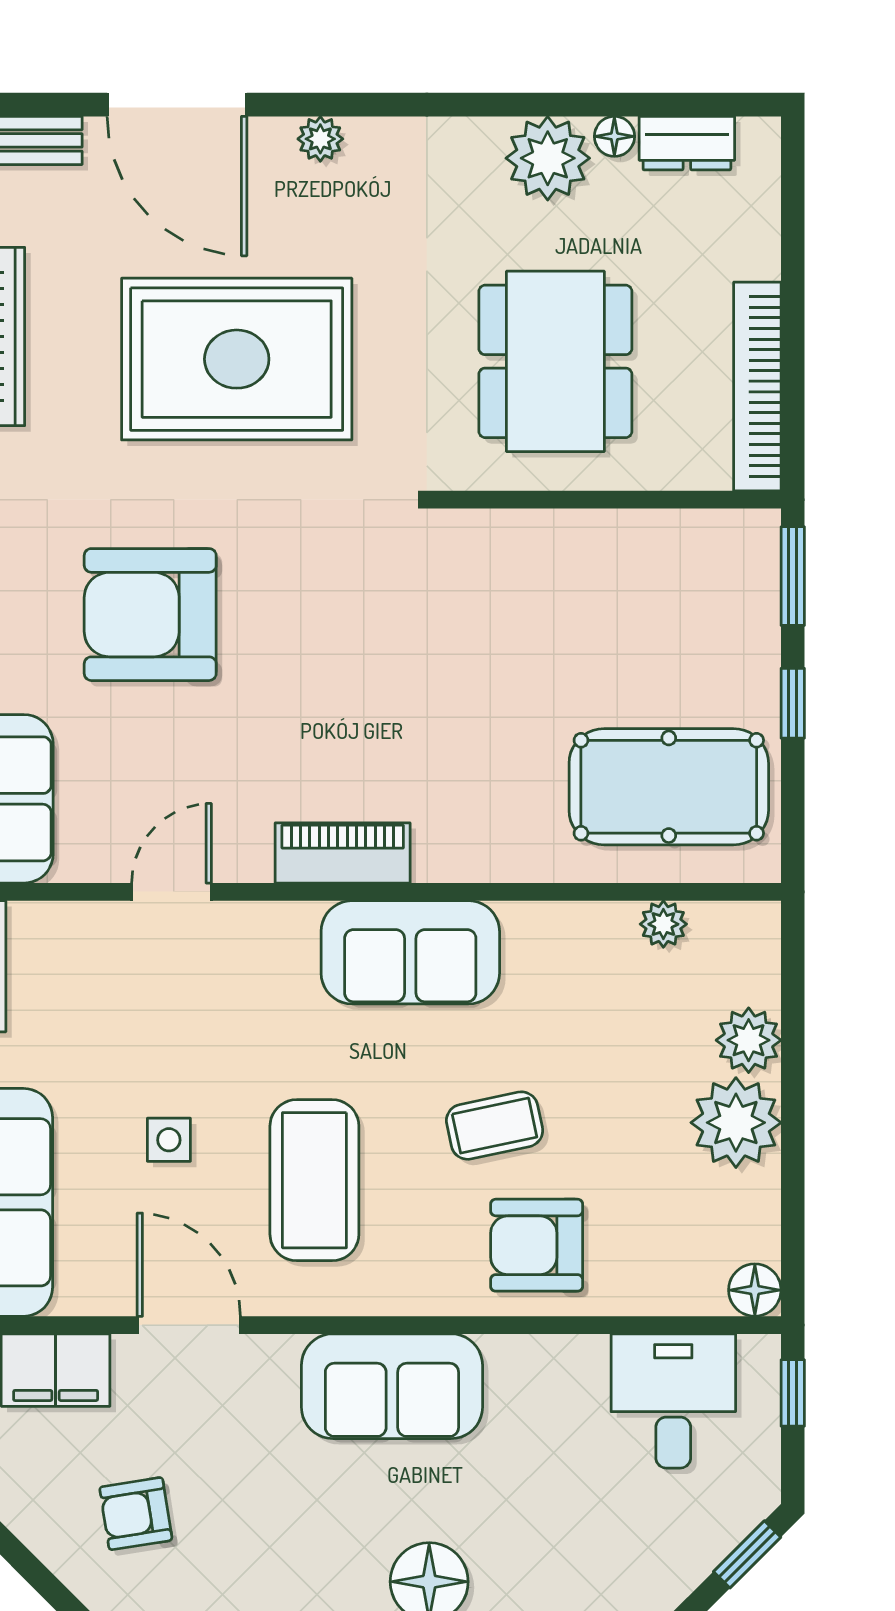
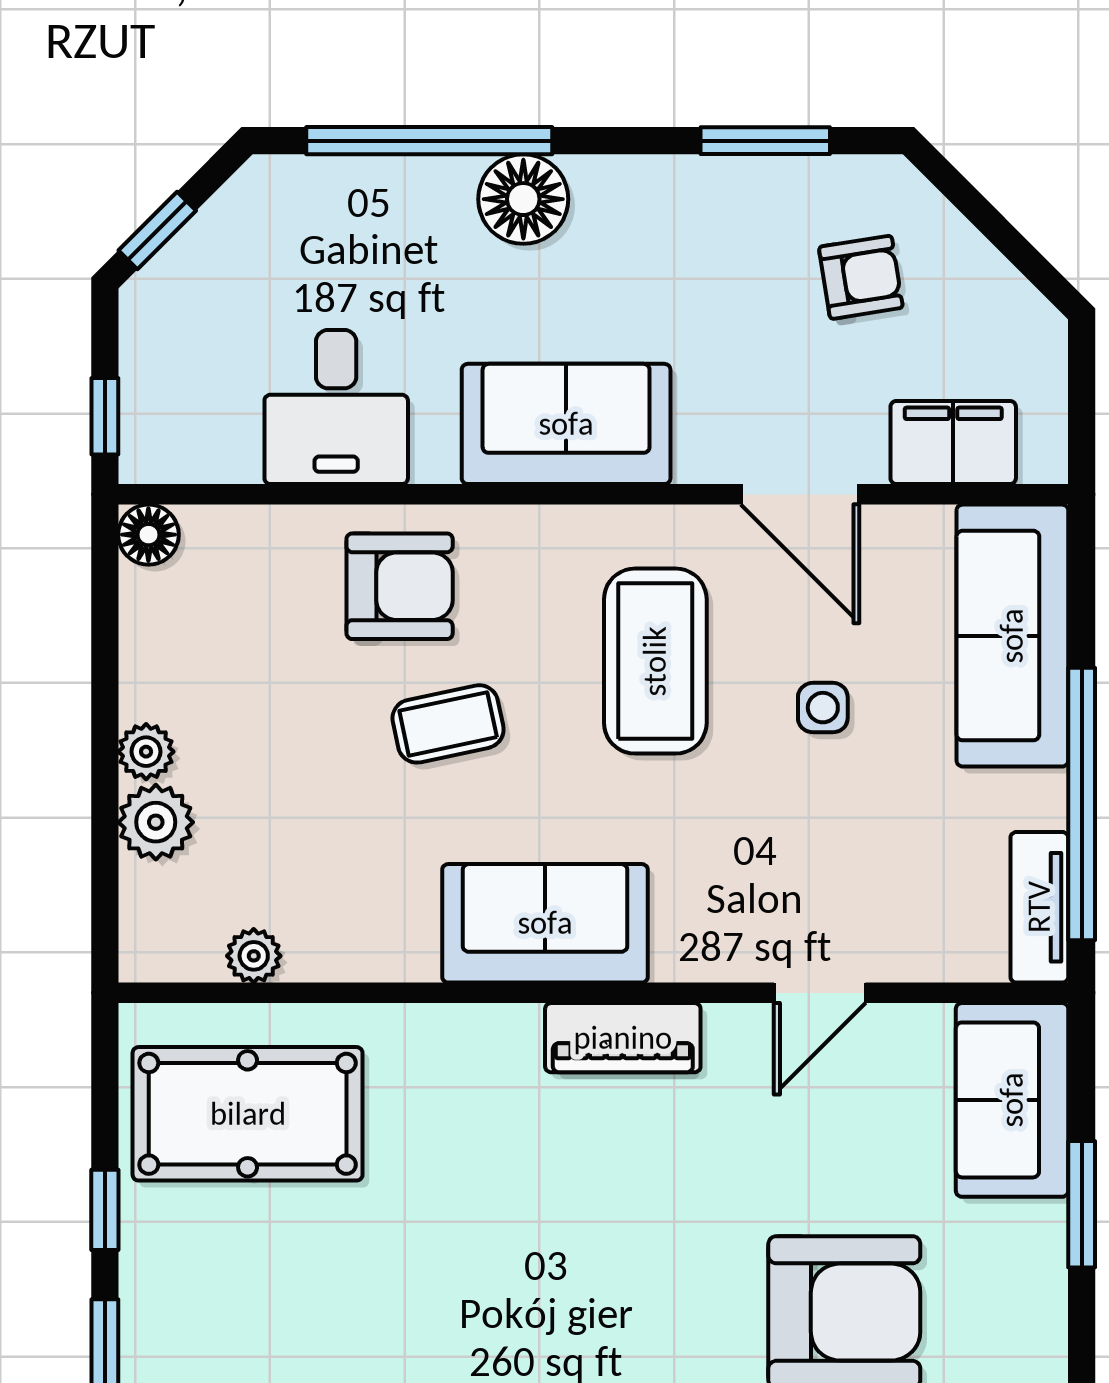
plant: (736, 1123) -> (146, 752), width x0.53, depth x0.53
desk: (673, 1401) -> (336, 407), moved

